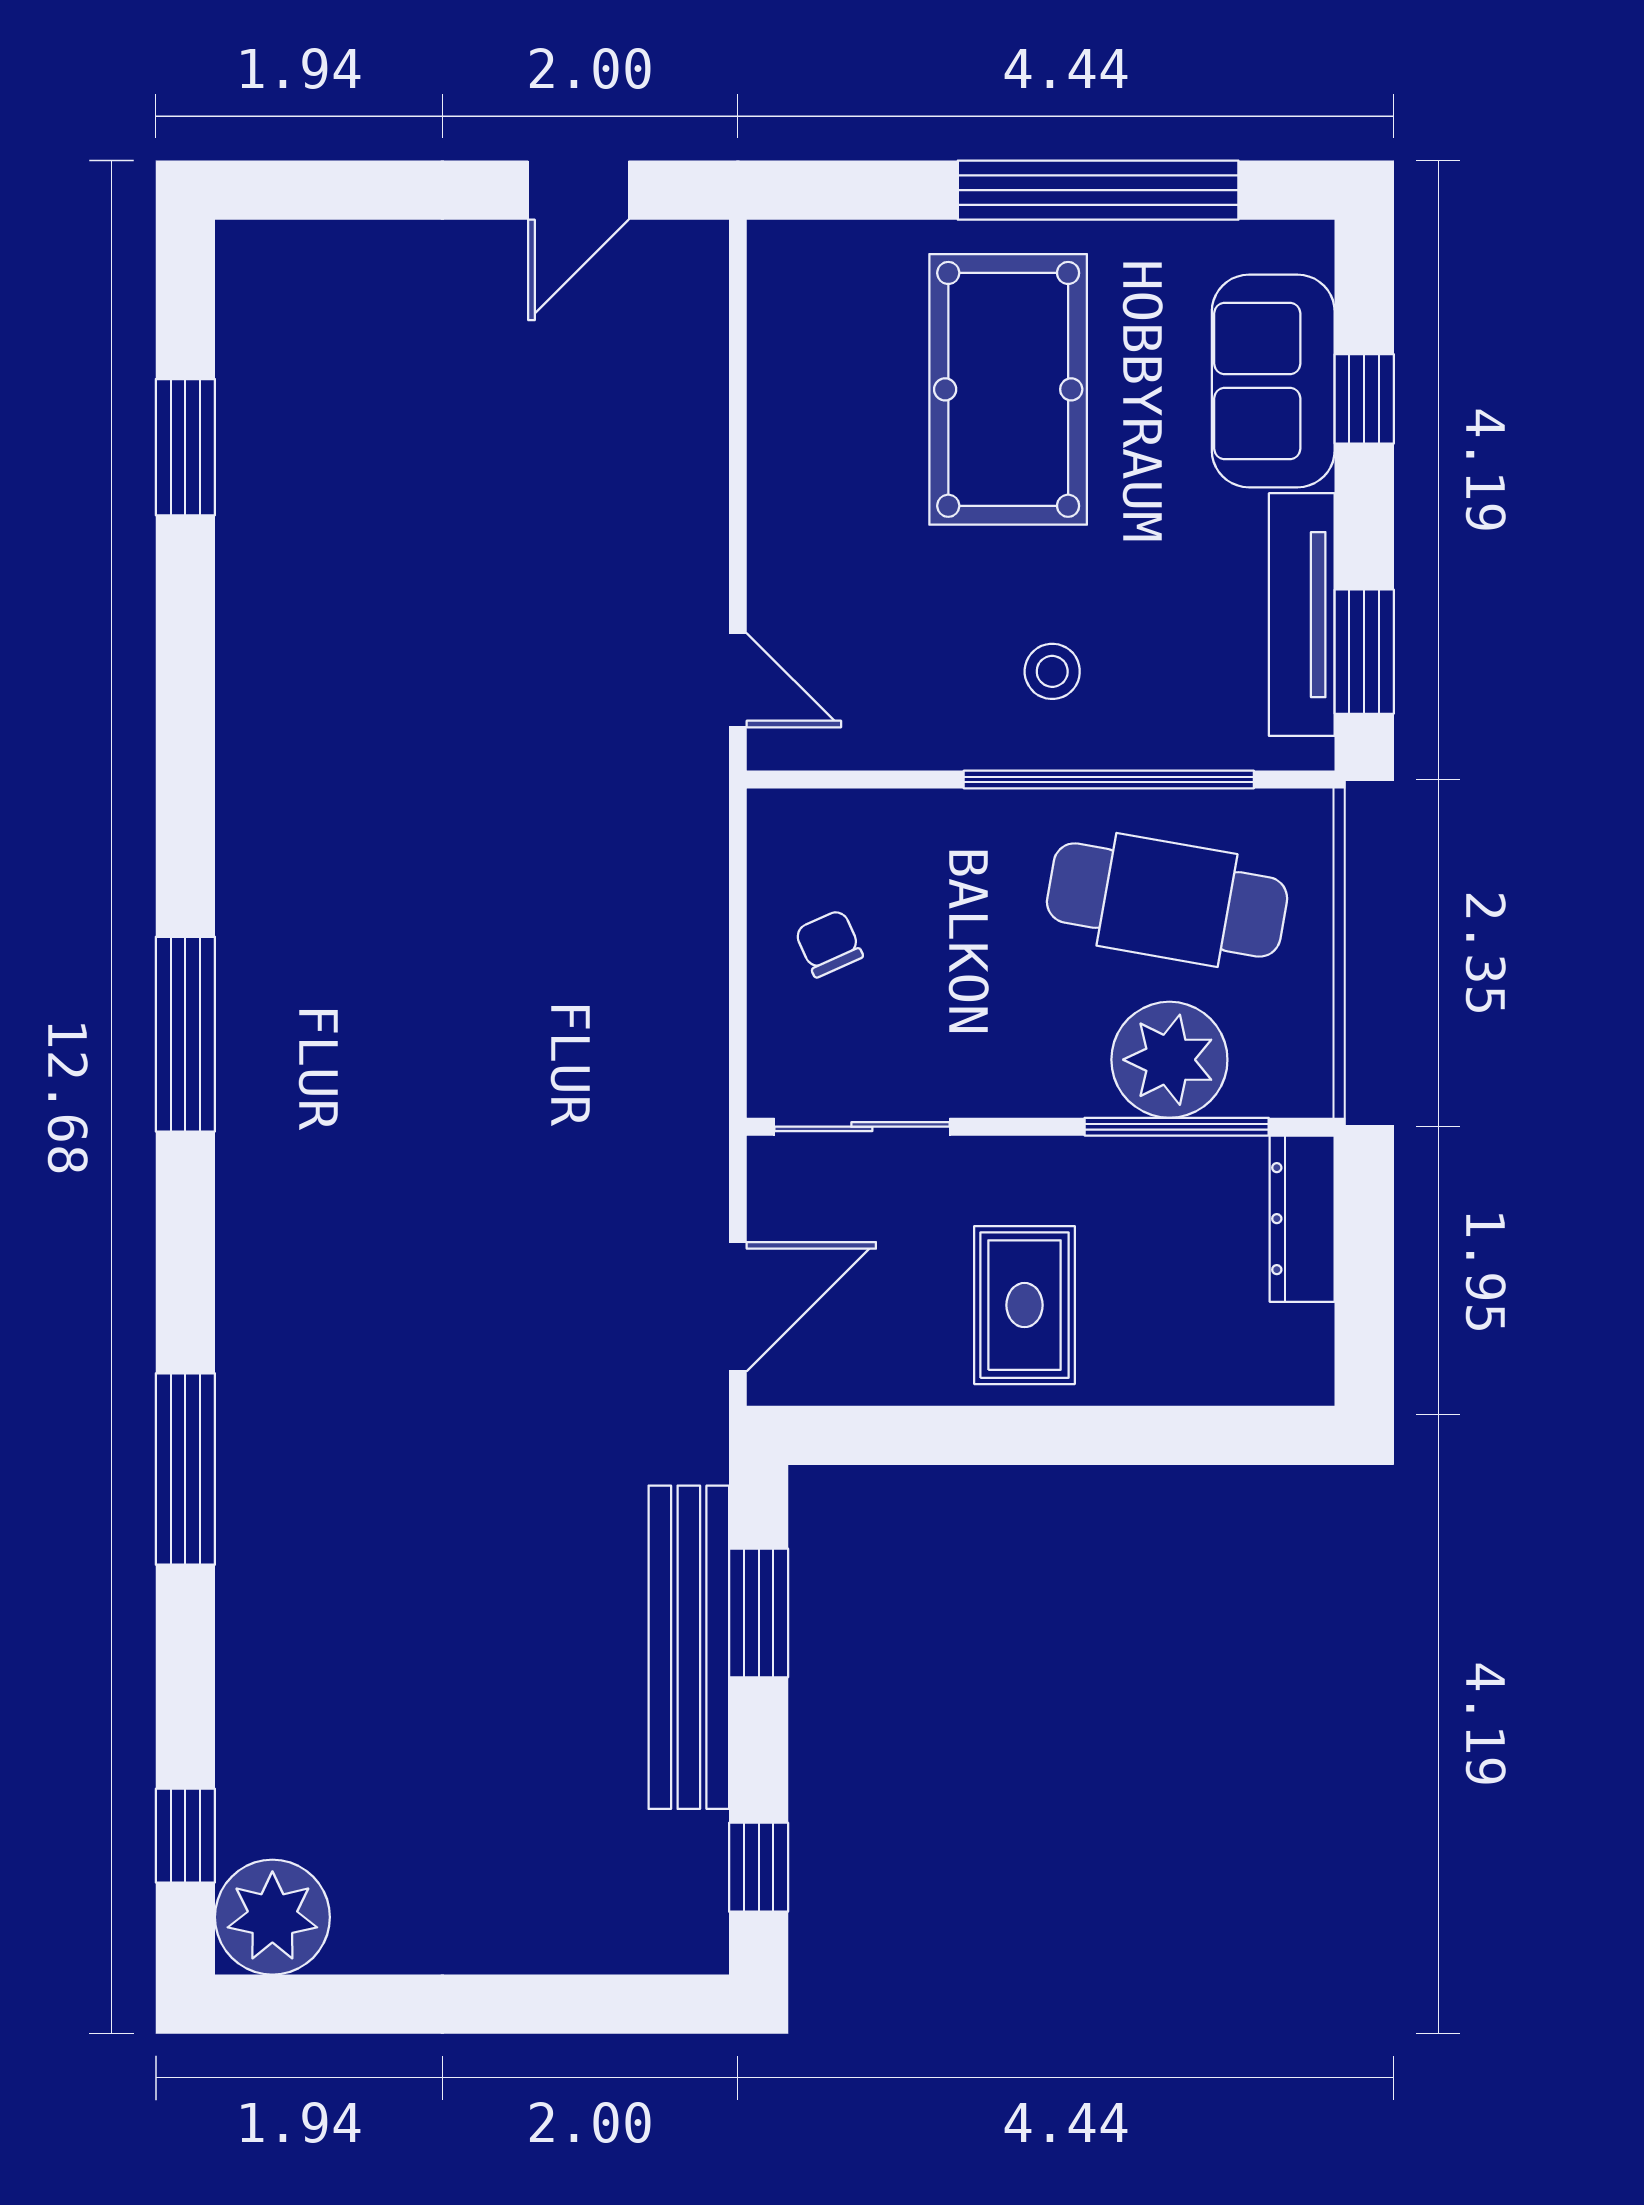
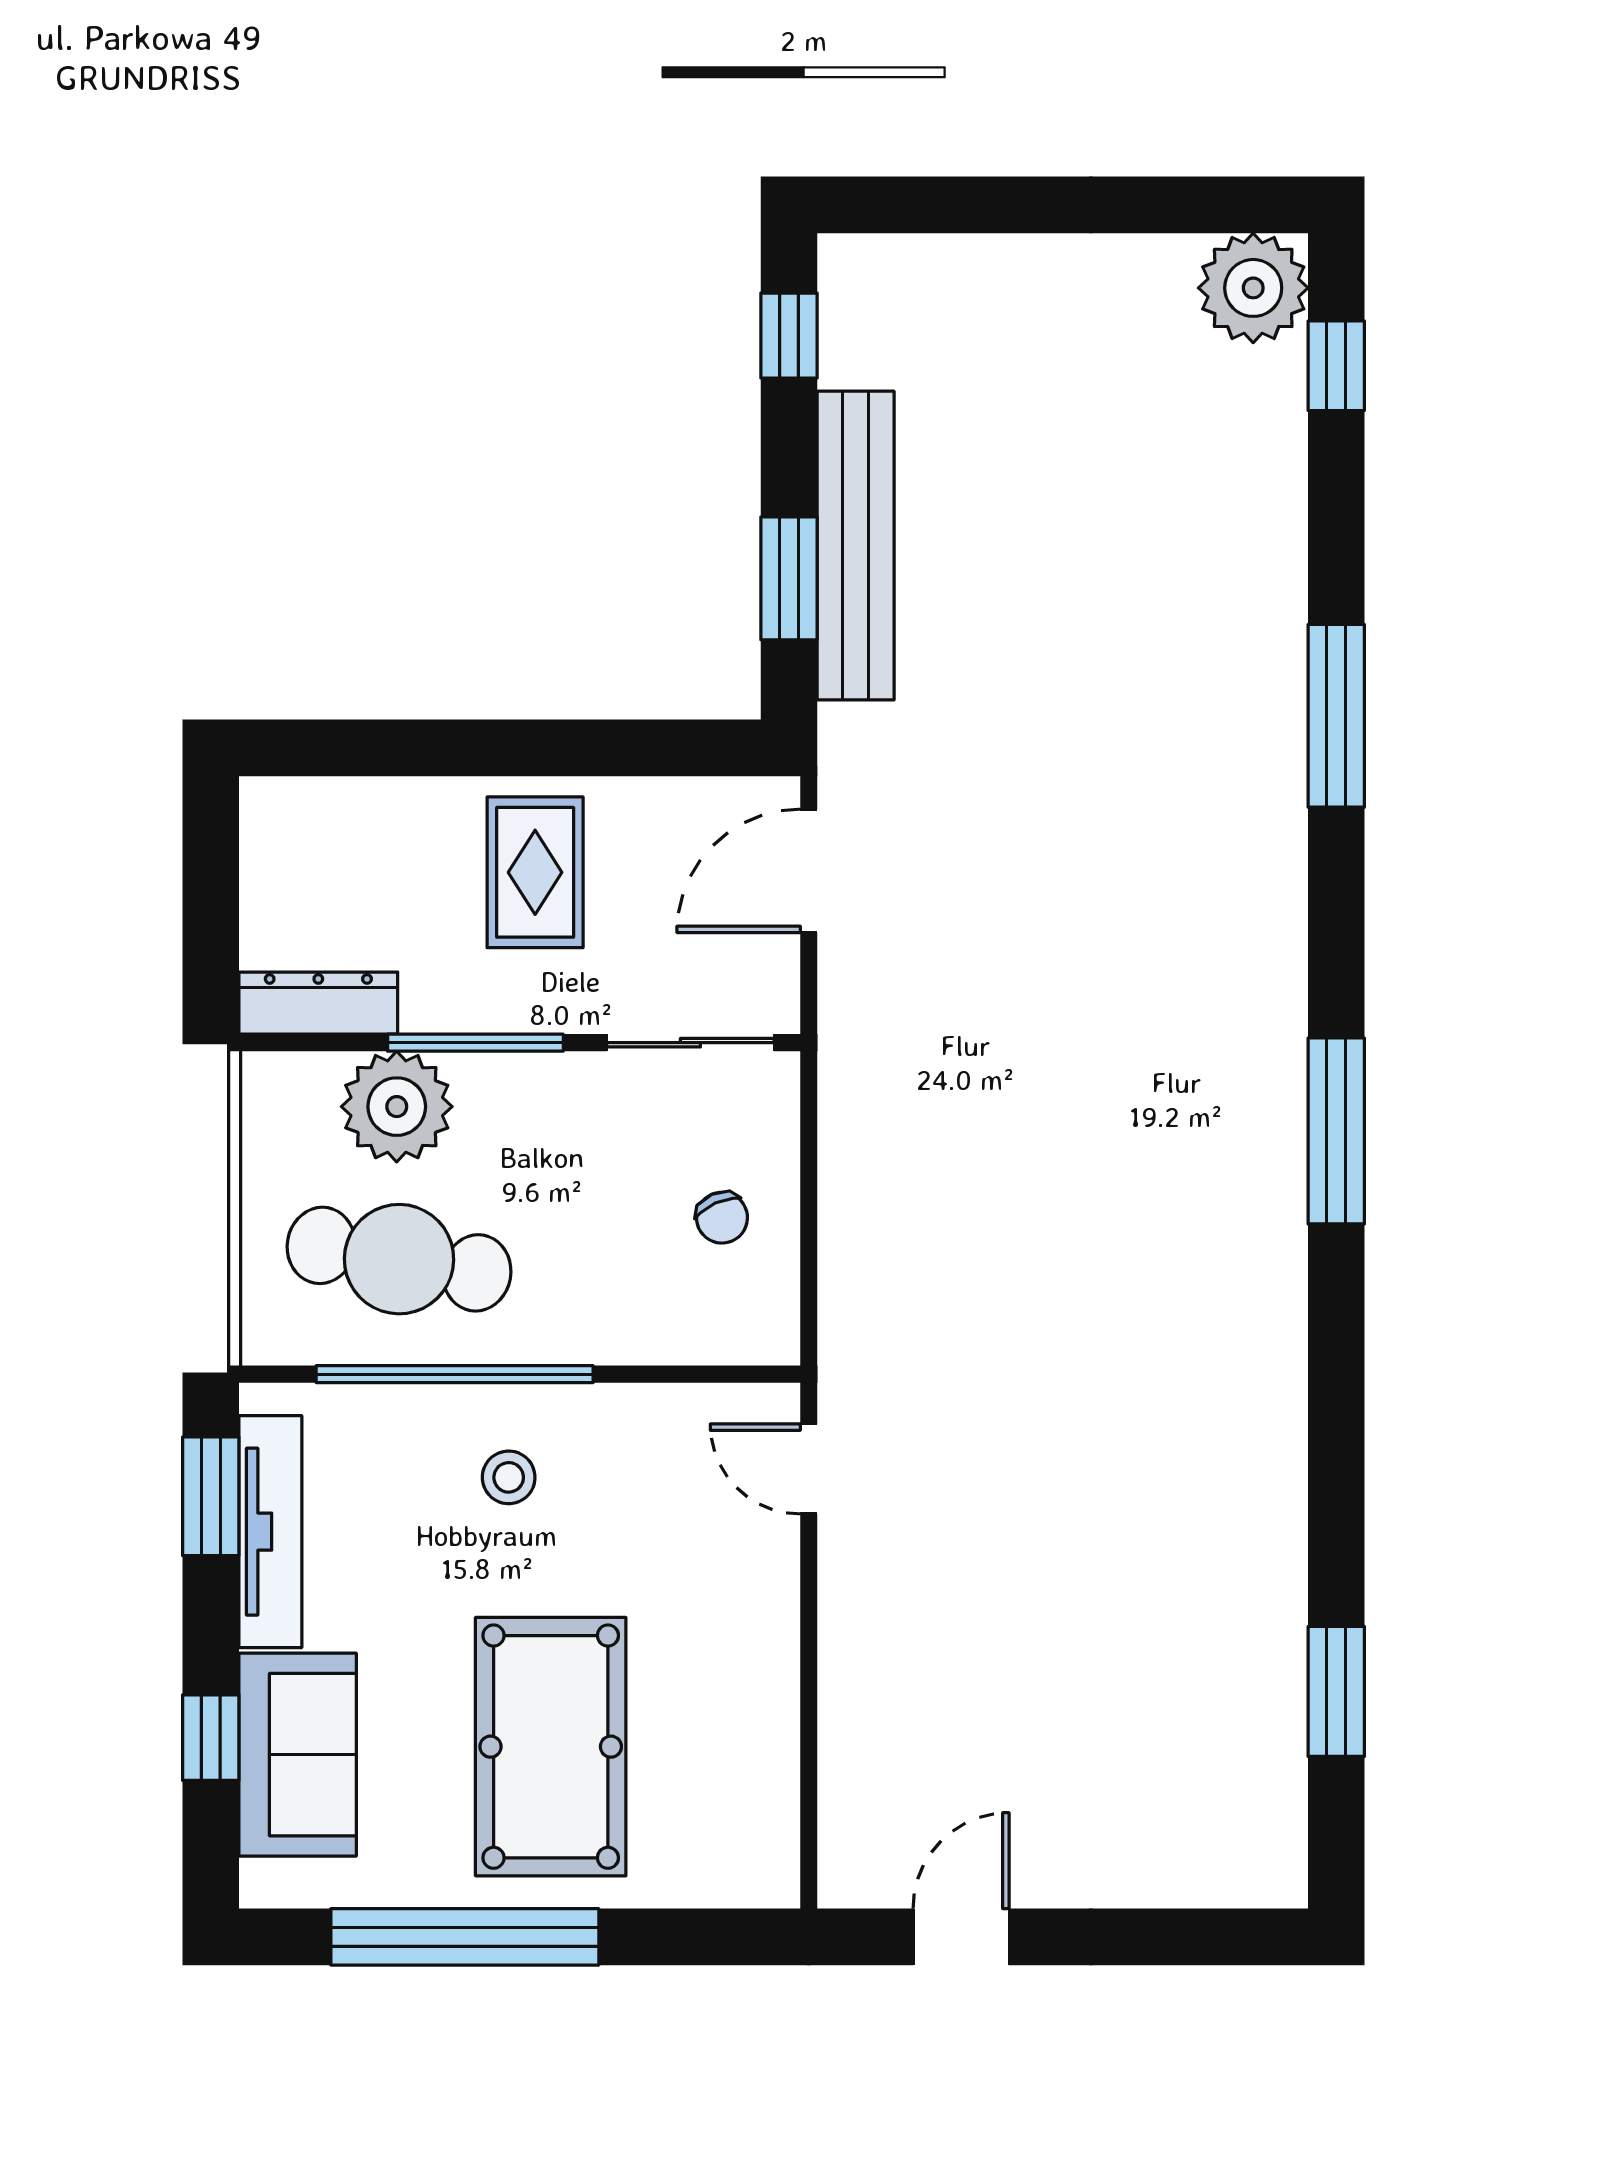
window: (1177, 1127) -> (475, 1043), moved
dresser: (1302, 1219) -> (318, 1003), moved, turned -90

